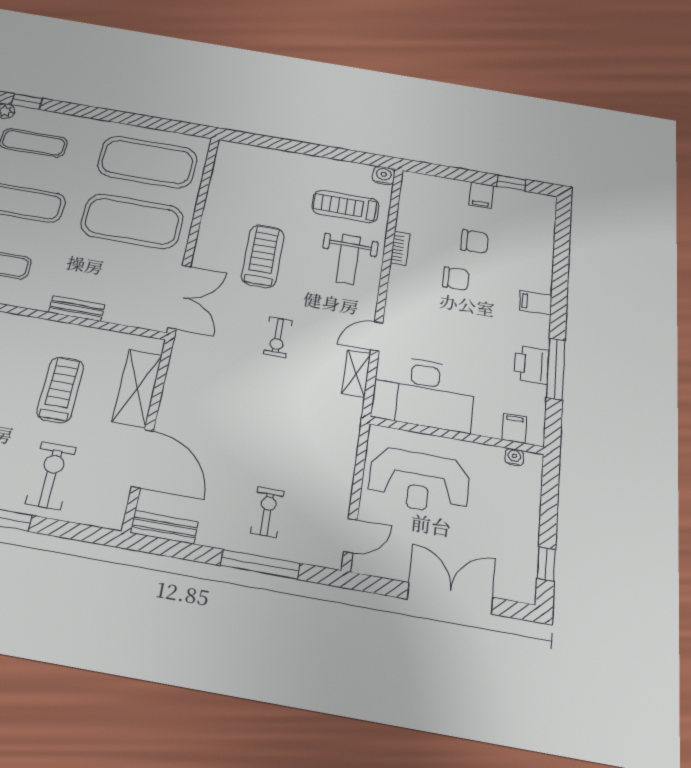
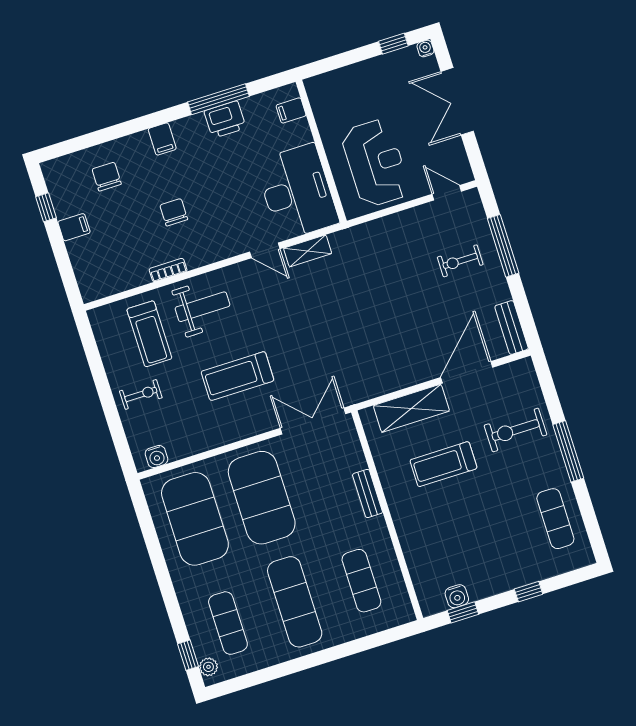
water cooler: (384, 176) -> (156, 457), moved, turned -90
chair: (474, 242) -> (107, 177), moved
exercise bike: (278, 337) -> (141, 394), moved
water cooler: (514, 457) -> (425, 49), moved, turned 90

